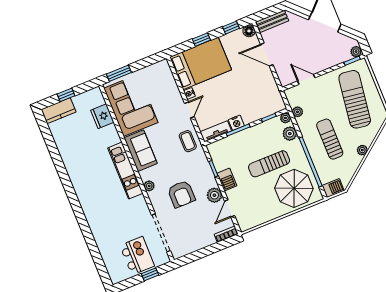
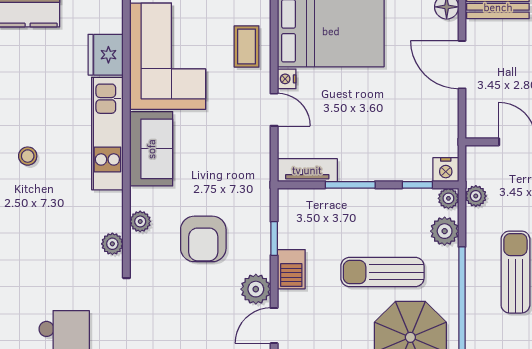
door: (189, 110) -> (274, 110), hinge flipped
nightstand: (236, 123) -> (446, 170), moved
coffee table: (188, 141) -> (247, 47), moved
kitchen unit: (125, 171) -> (107, 134), moved
stool: (86, 177) -> (28, 156), added
armchair: (181, 194) -> (203, 239), moved
plant: (141, 201) -> (112, 244), added

